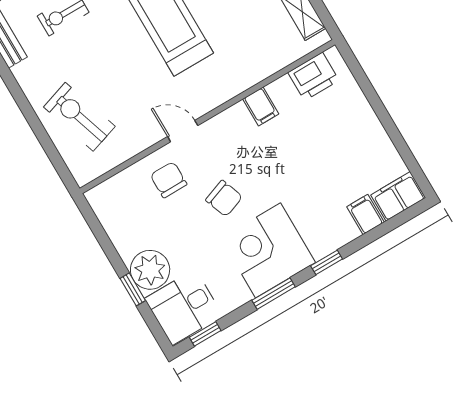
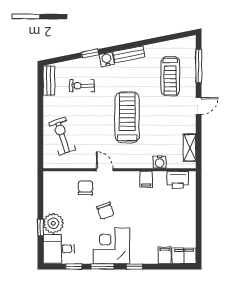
water cooler: (266, 65) -> (160, 162), added
window: (205, 334) -> (74, 267), moved

